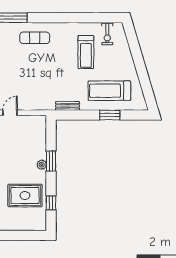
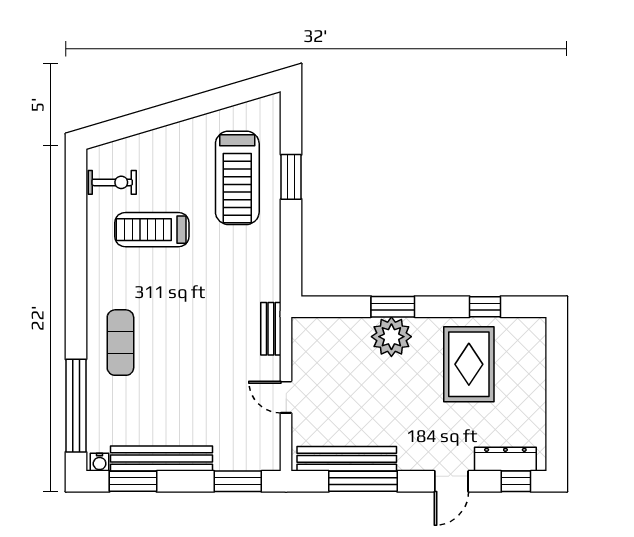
treadmill: (86, 52) -> (152, 230), turned 180
bench: (68, 106) -> (271, 329), moved
plant: (42, 165) -> (391, 337), width x1.88, depth x1.88

